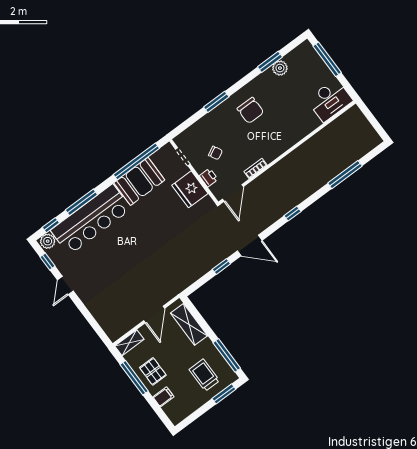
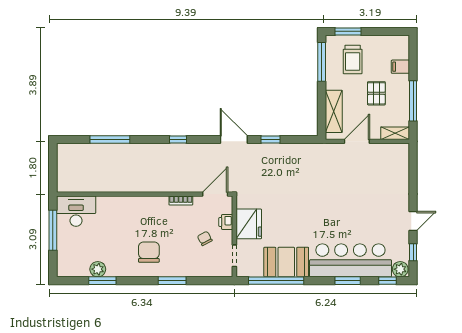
window: (327, 59) -> (53, 230), moved
window: (81, 202) -> (348, 281), width x0.69
pallet: (153, 371) -> (376, 93), moved

